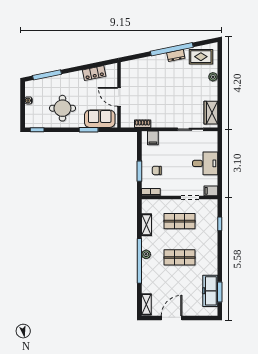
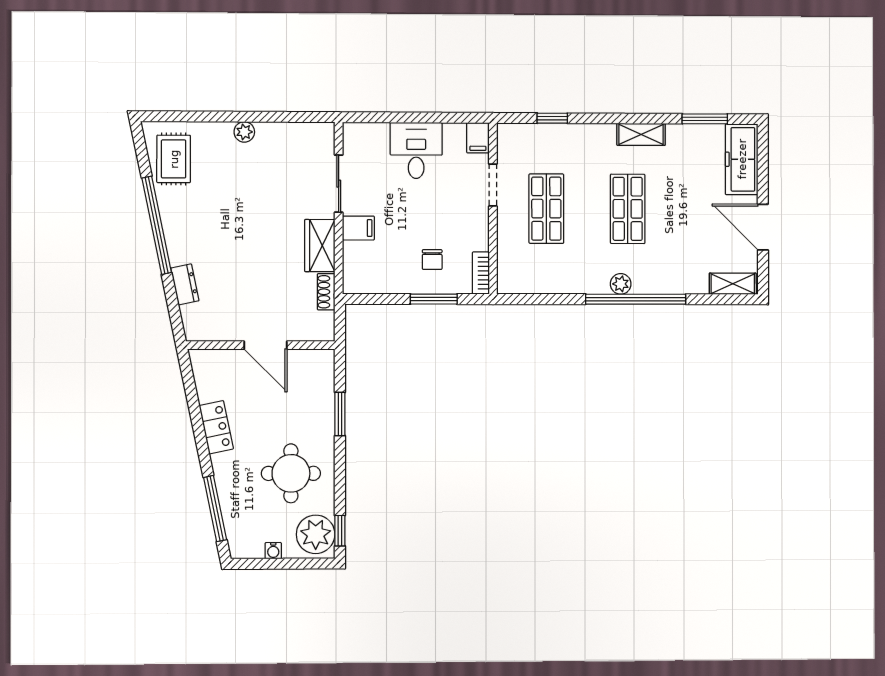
dresser: (176, 55) -> (185, 284), moved
locker: (94, 73) -> (216, 427), moved
plant: (213, 77) -> (244, 132), moved
door: (119, 97) -> (265, 345), hinge flipped
wardrobe: (211, 113) -> (320, 246), moved, turned 90
plant: (36, 119) -> (316, 534), added
sofa: (100, 119) -> (315, 389), removed
filing cabinet: (153, 138) -> (358, 228), moved
shelving: (146, 225) -> (641, 134), moved
freezer: (210, 291) -> (742, 159), moved, turned 90

